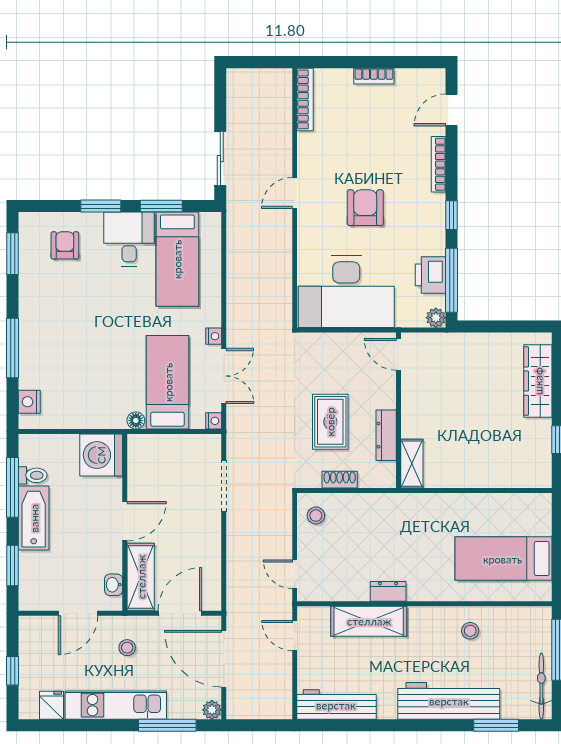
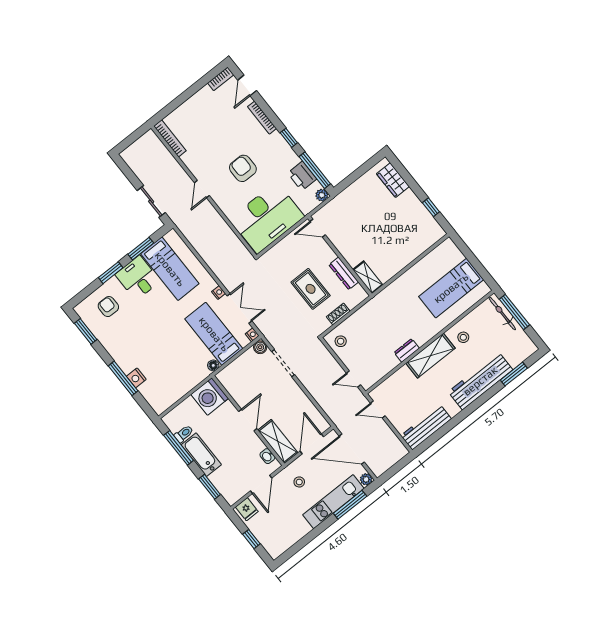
bookcase: (374, 76) -> (221, 79), moved
wardrobe: (538, 381) -> (393, 180), width x0.67
nightstand: (29, 402) -> (136, 378), moved
boiler: (211, 444) -> (260, 347), added
shelving: (369, 621) -> (430, 356), moved
bicycle: (541, 686) -> (502, 313), moved
fridge: (51, 705) -> (247, 509), moved, turned 180
kitchen unit: (116, 705) -> (333, 502), moved

